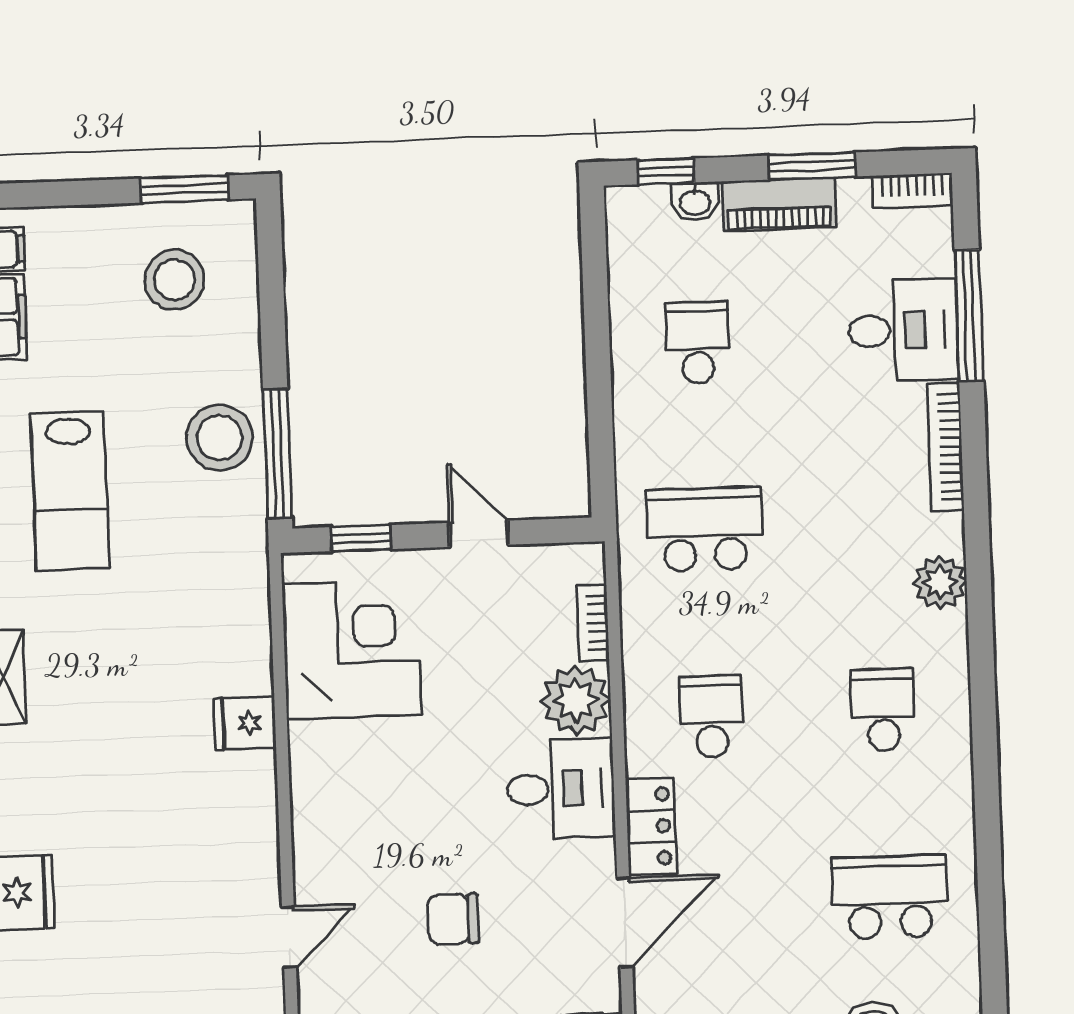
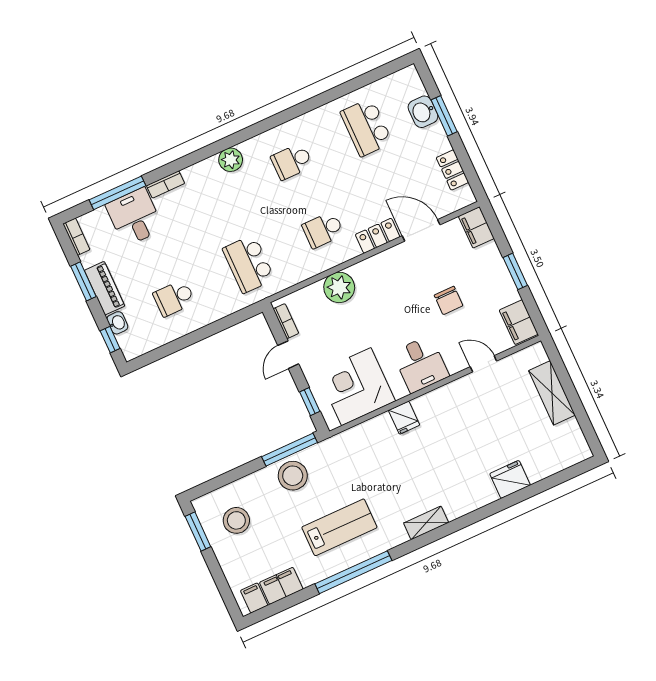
bookcase: (946, 447) -> (166, 184), width x0.64
bookcase: (593, 623) -> (286, 321), moved, turned -90
desk: (561, 789) -> (421, 364), moved, turned 180

